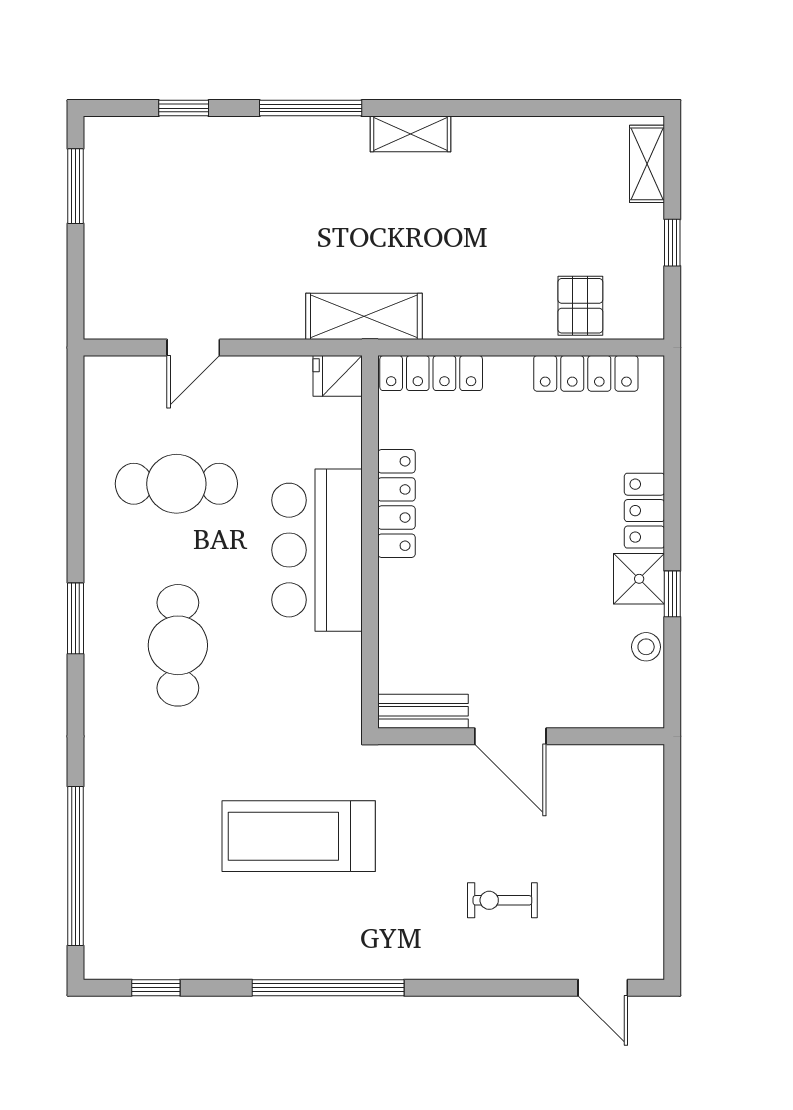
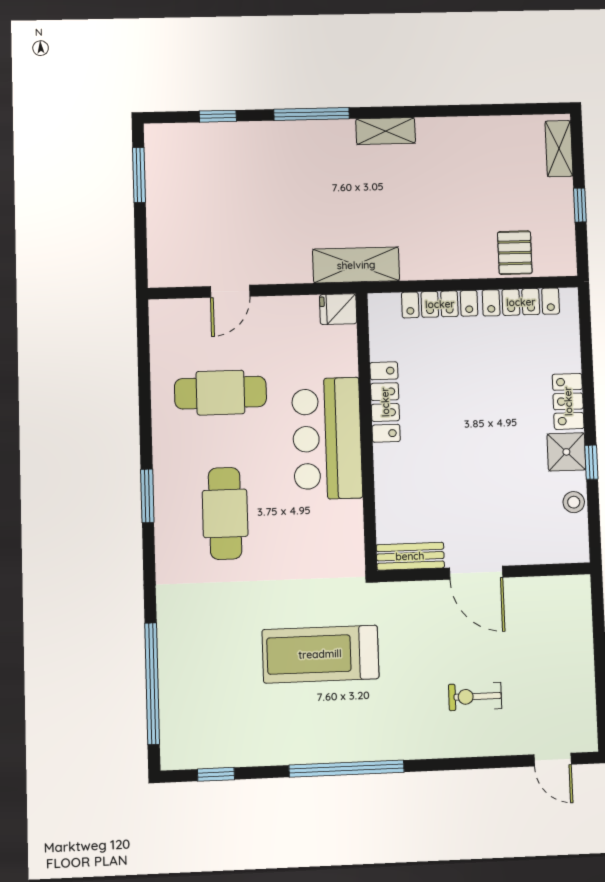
locker: (431, 373) -> (440, 304), moved

